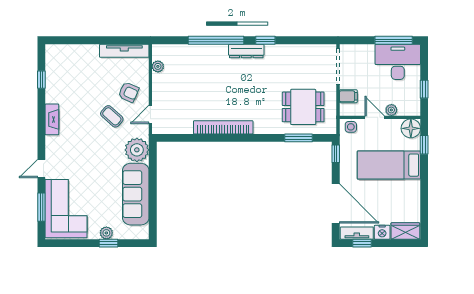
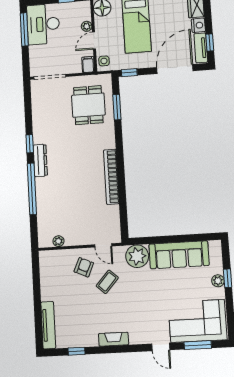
tv unit: (124, 51) -> (48, 325), moved
filing cabinet: (348, 96) -> (88, 65), moved

